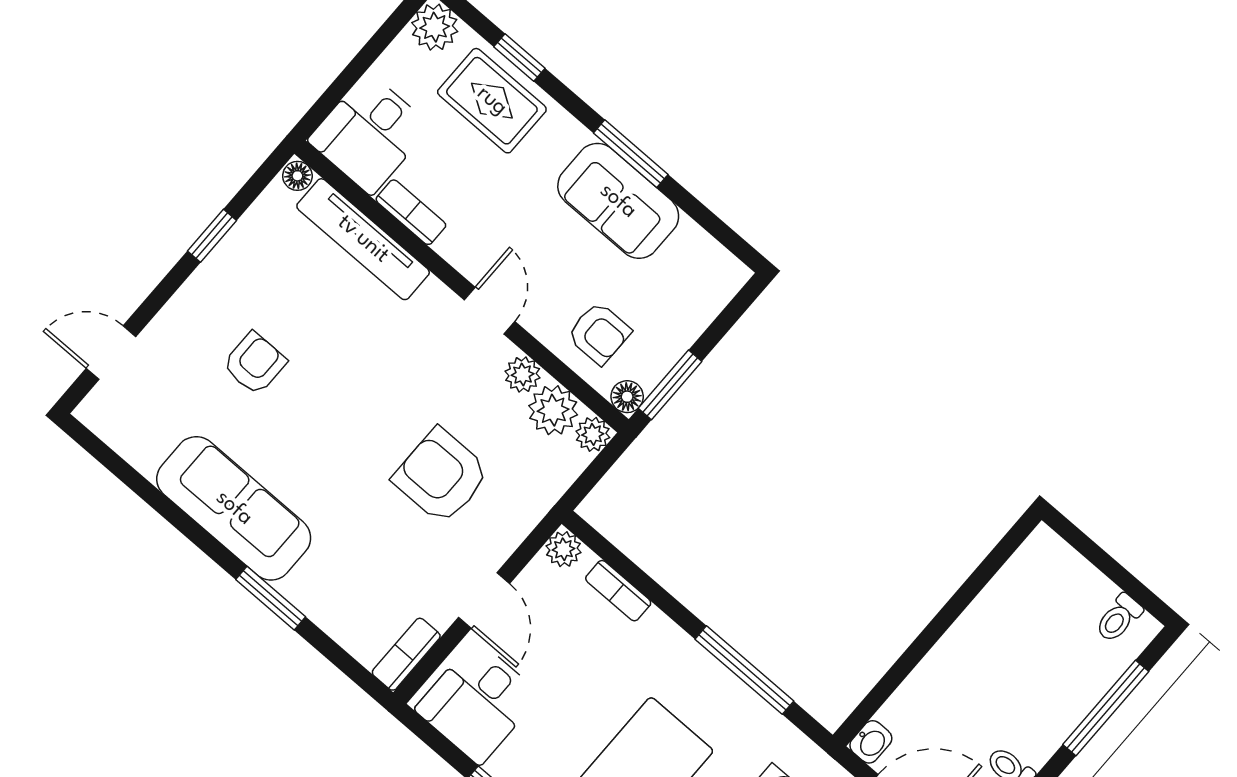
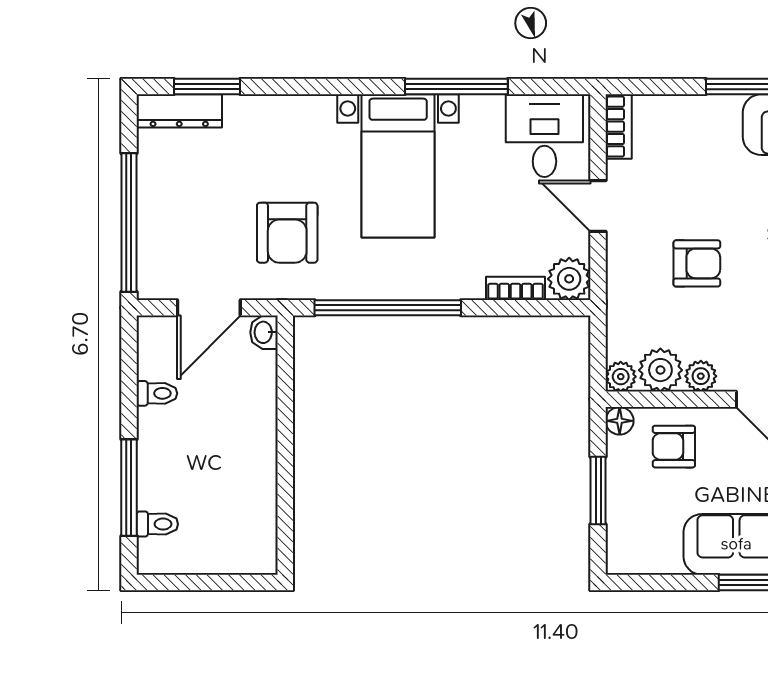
window: (670, 385) -> (598, 490), moved
armchair: (441, 476) -> (697, 263), width x0.72, depth x0.72
plant: (563, 549) -> (569, 279), width x1.38, depth x1.38
toilet: (1119, 618) -> (157, 524), moved, turned 90
window: (744, 670) -> (388, 308), width x1.46

